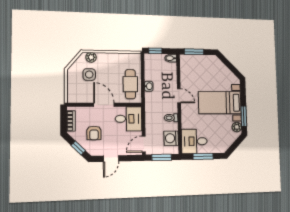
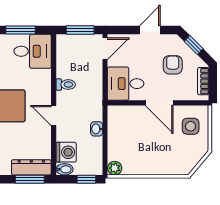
plant: (91, 57) -> (115, 168), moved
dresser: (193, 60) -> (31, 167), added
side table: (89, 75) -> (191, 126), moved
cafe table: (130, 84) -> (123, 132), removed
washing machine: (171, 138) -> (66, 152), moved

